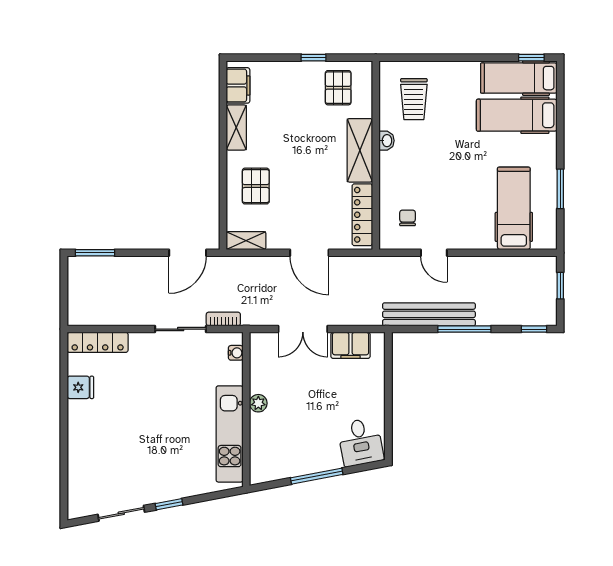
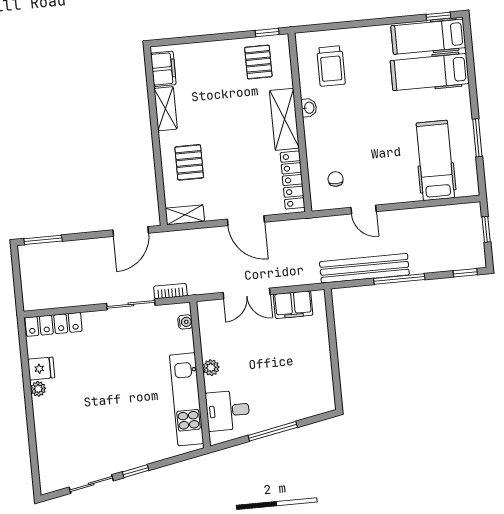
window: (313, 58) -> (267, 32), moved
plant: (75, 408) -> (38, 389), added
desk: (360, 442) -> (228, 411), moved, turned 101

